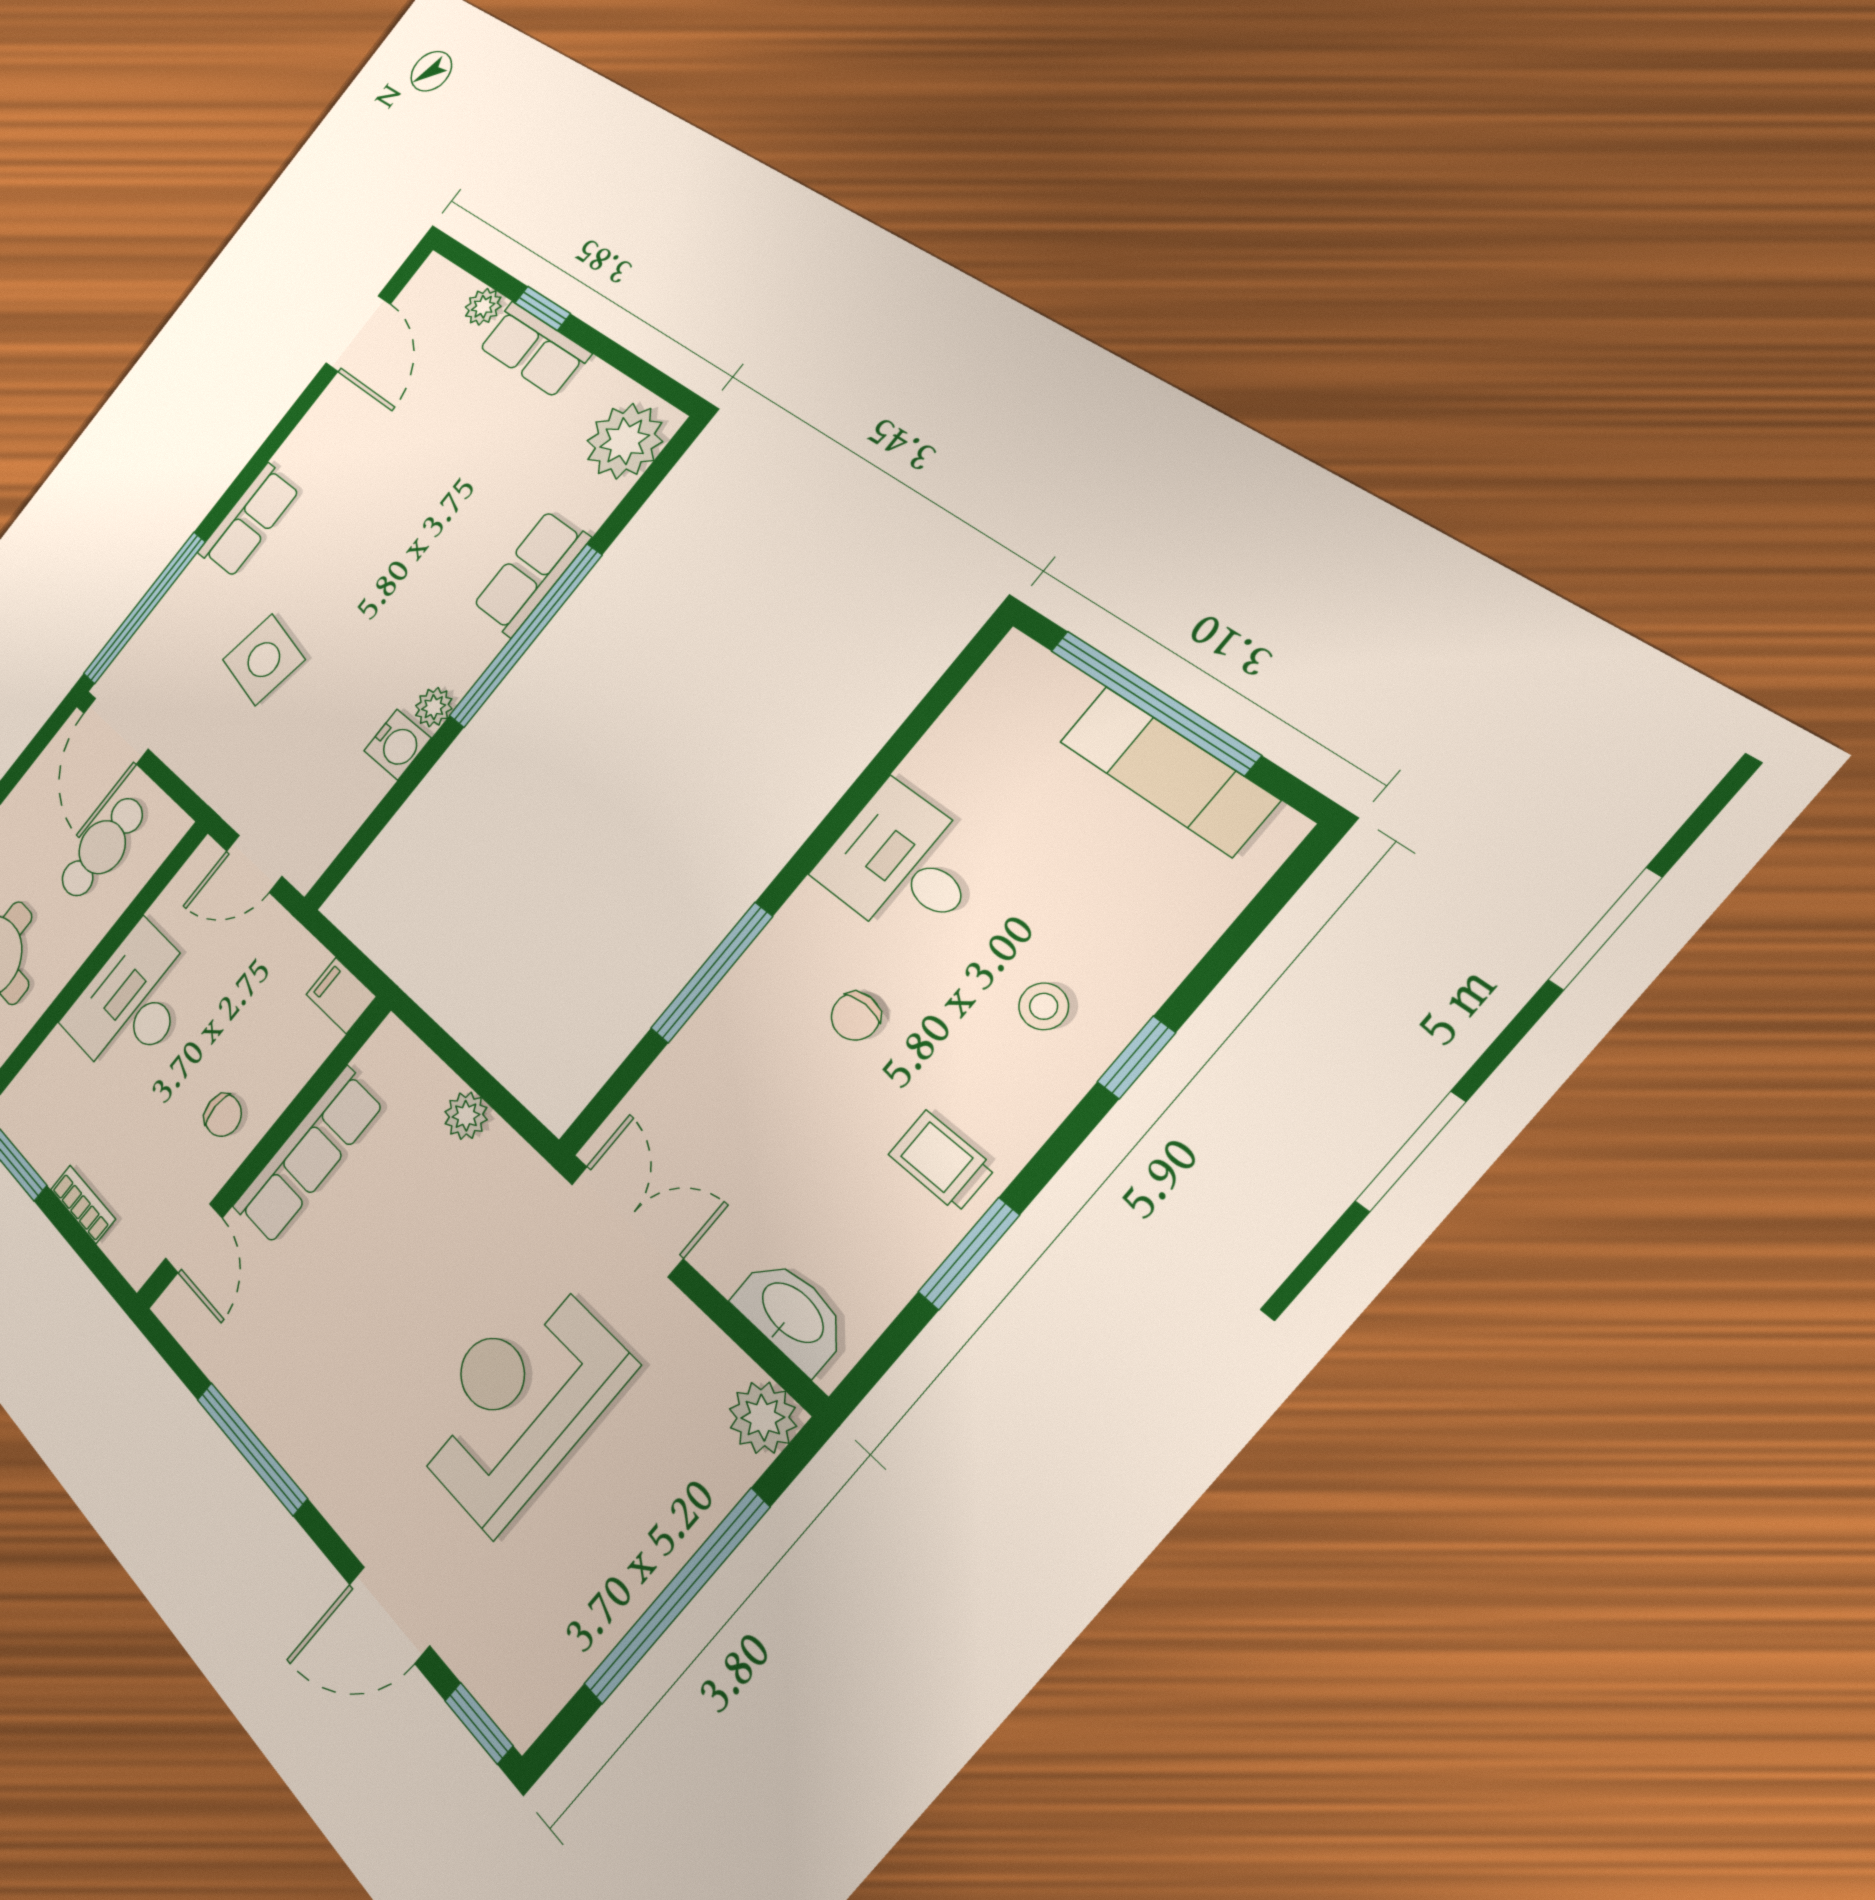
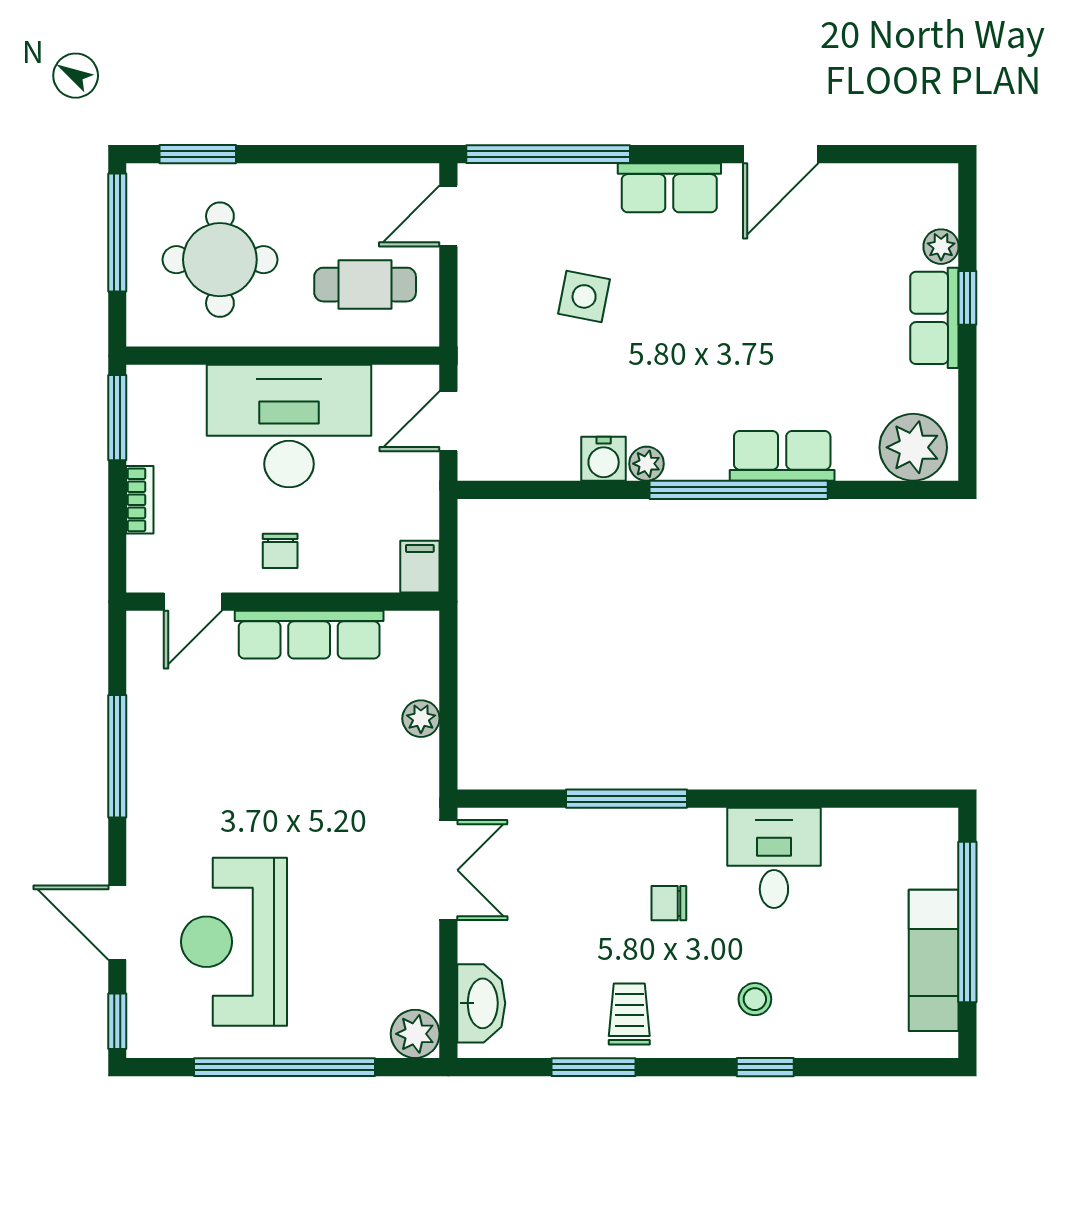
door: (358, 334) -> (781, 154), moved
side table: (264, 660) -> (584, 296), width x0.73, depth x0.73
door: (116, 731) -> (448, 216), width x0.73
door: (254, 864) -> (448, 421), hinge flipped
desk: (132, 1002) -> (289, 426), width x1.36, depth x1.30
reception desk: (518, 1401) -> (234, 942), moved, turned -90

